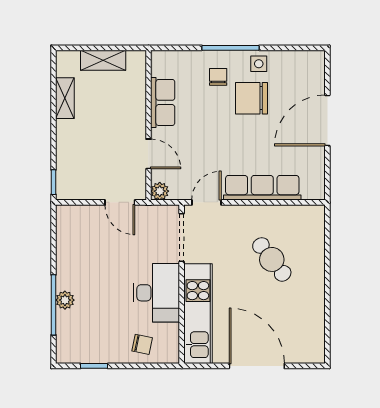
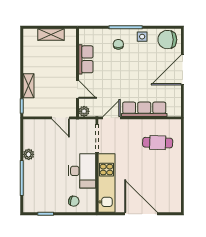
shelving: (65, 98) -> (29, 86), moved
chair: (252, 98) -> (167, 40), moved
cafe table: (272, 259) -> (158, 143), moved, turned -50
plant: (65, 300) -> (29, 154), moved

